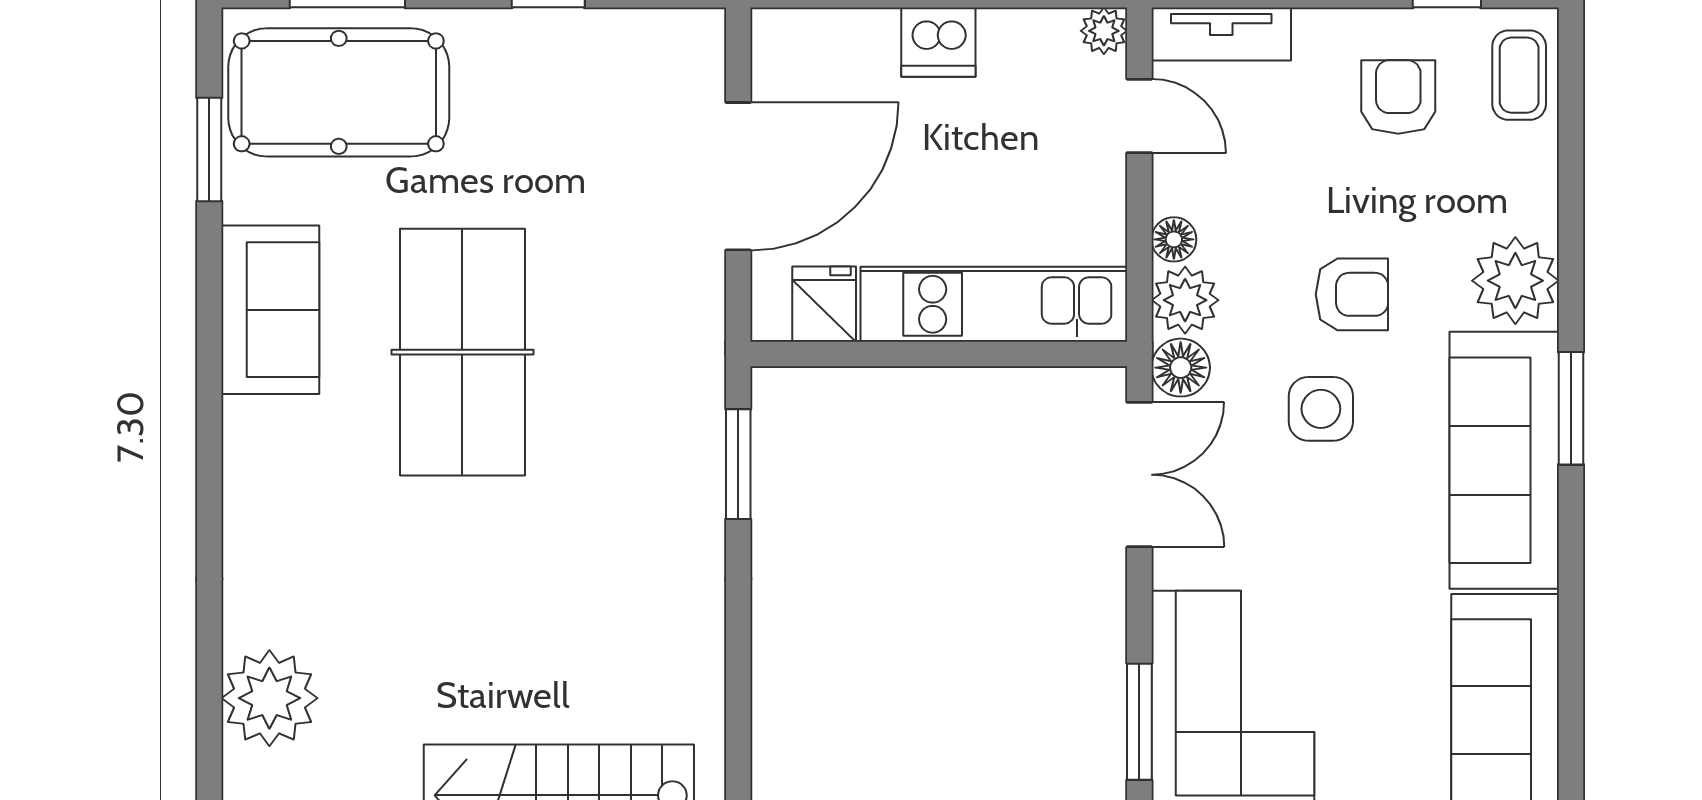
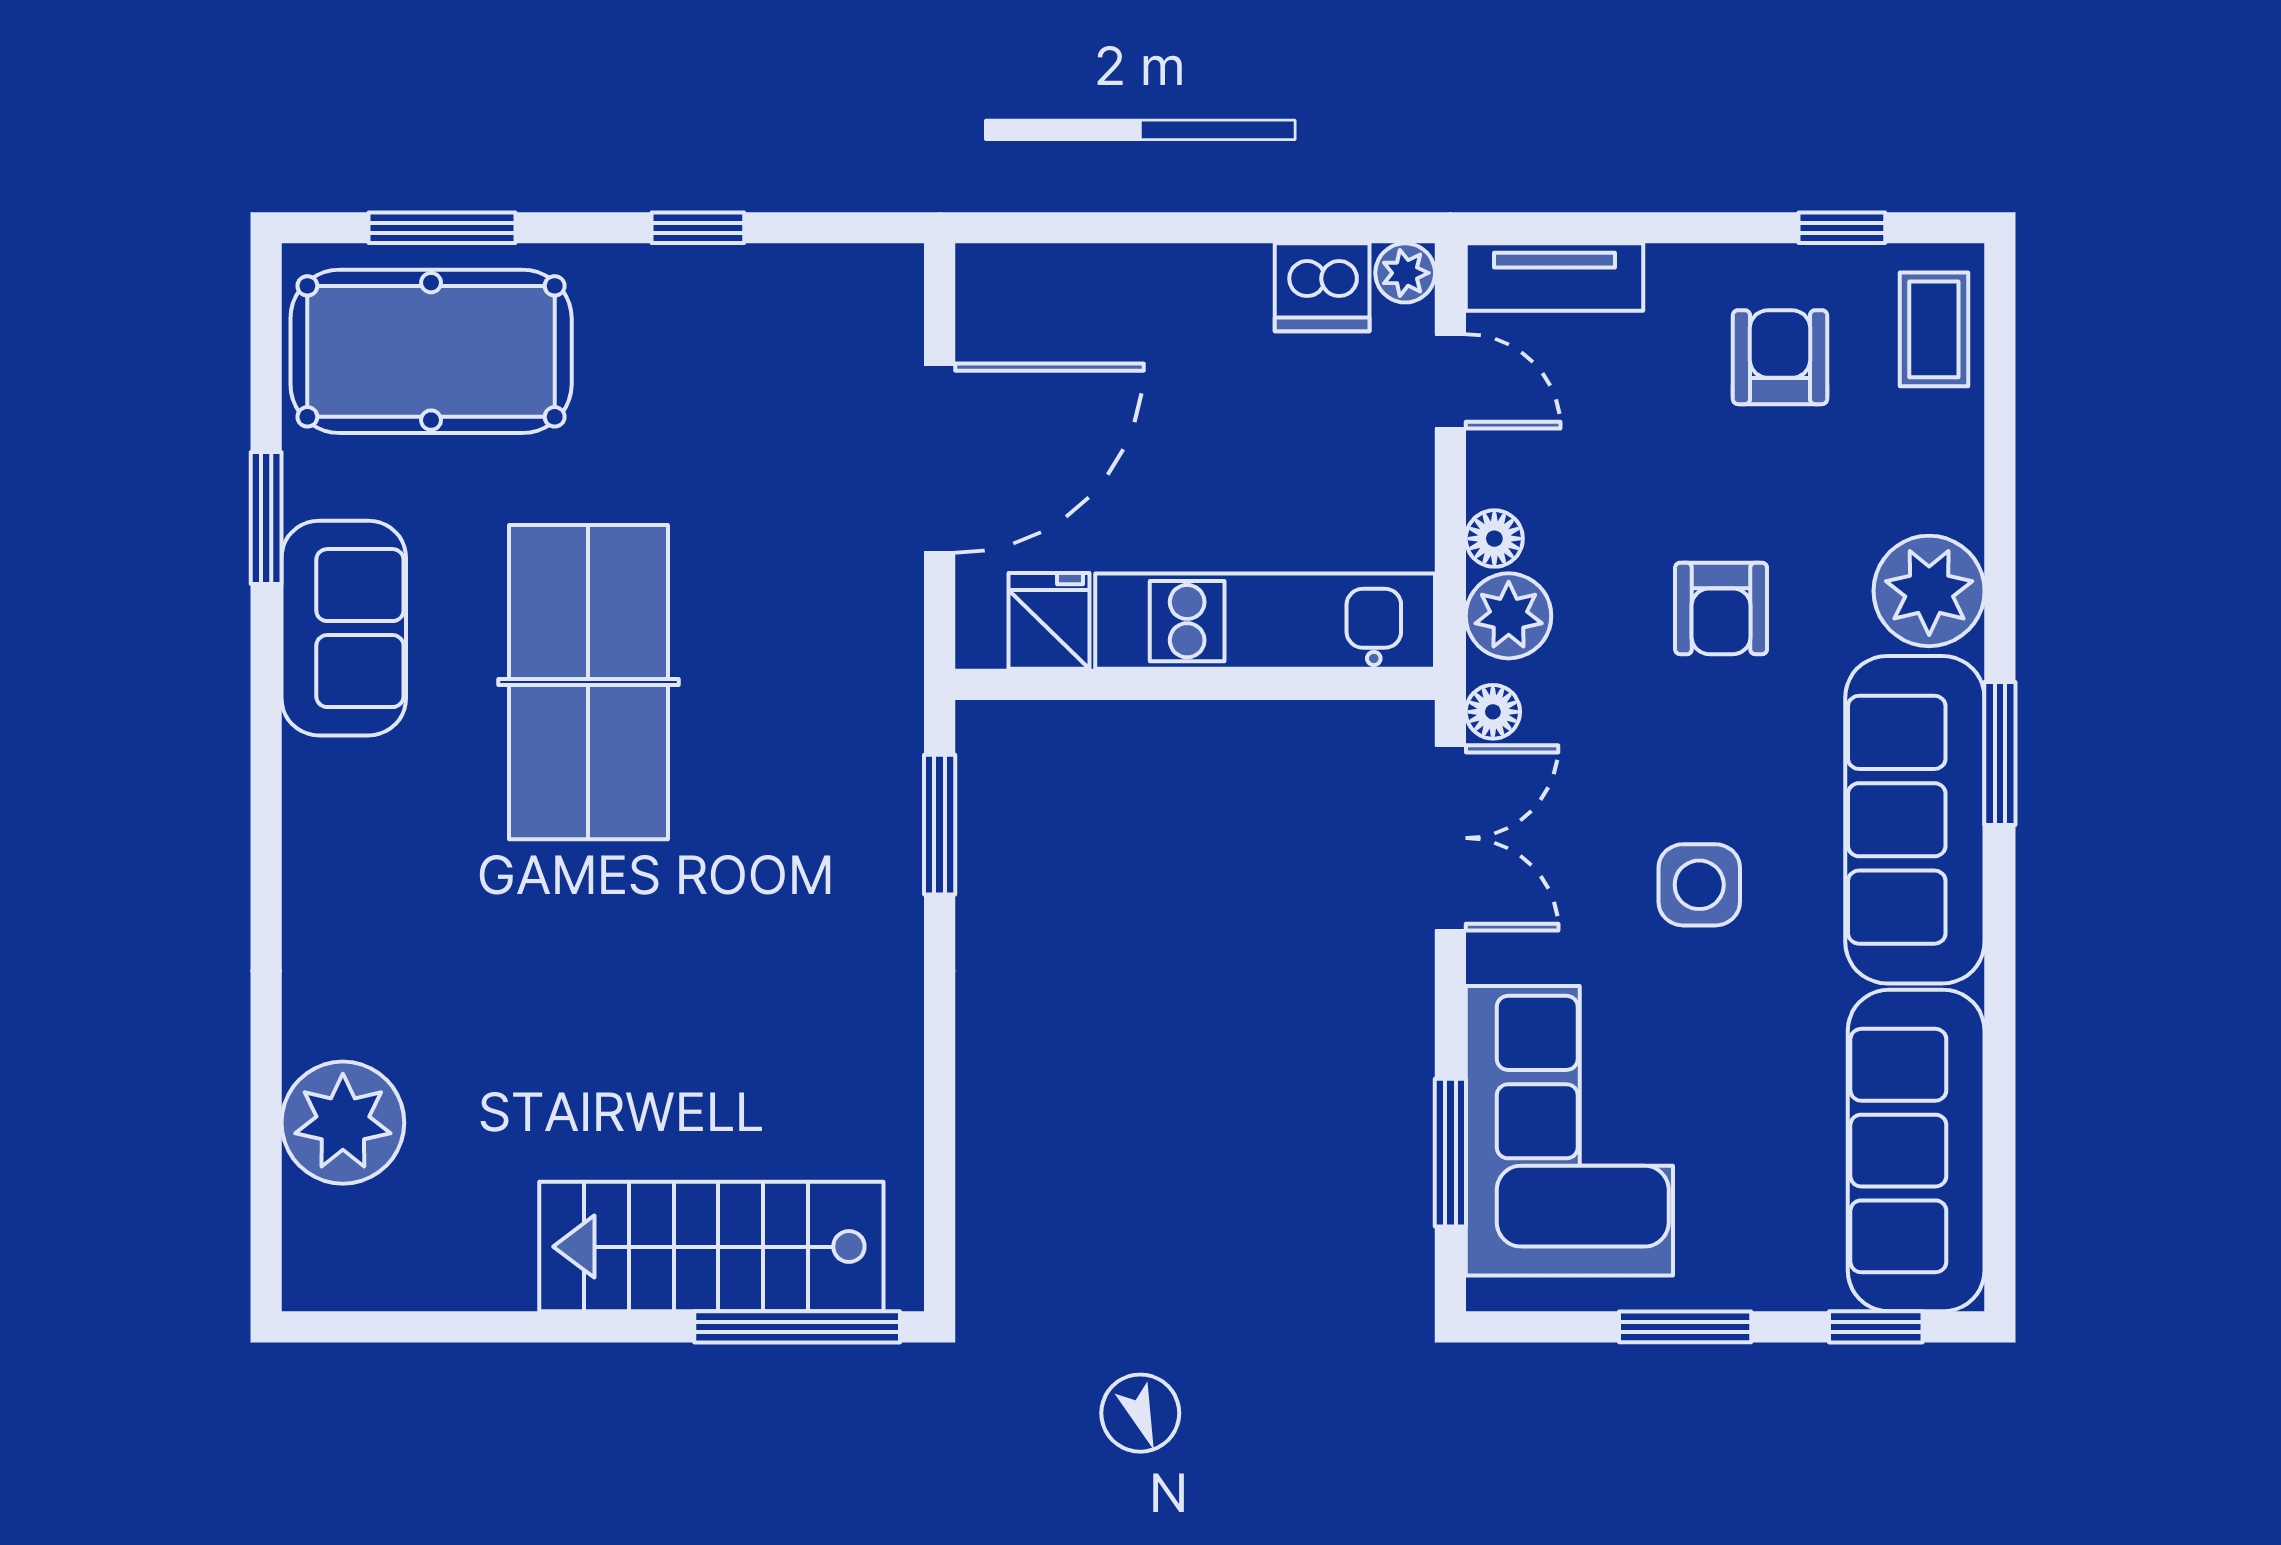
dishwasher: (938, 42) -> (1322, 287), moved
window: (209, 149) -> (266, 518), moved
armchair: (1352, 294) -> (1721, 608), turned 90
floor lamp: (1181, 368) -> (1493, 712), width x0.73, depth x0.73
side table: (1321, 409) -> (1699, 885), moved

